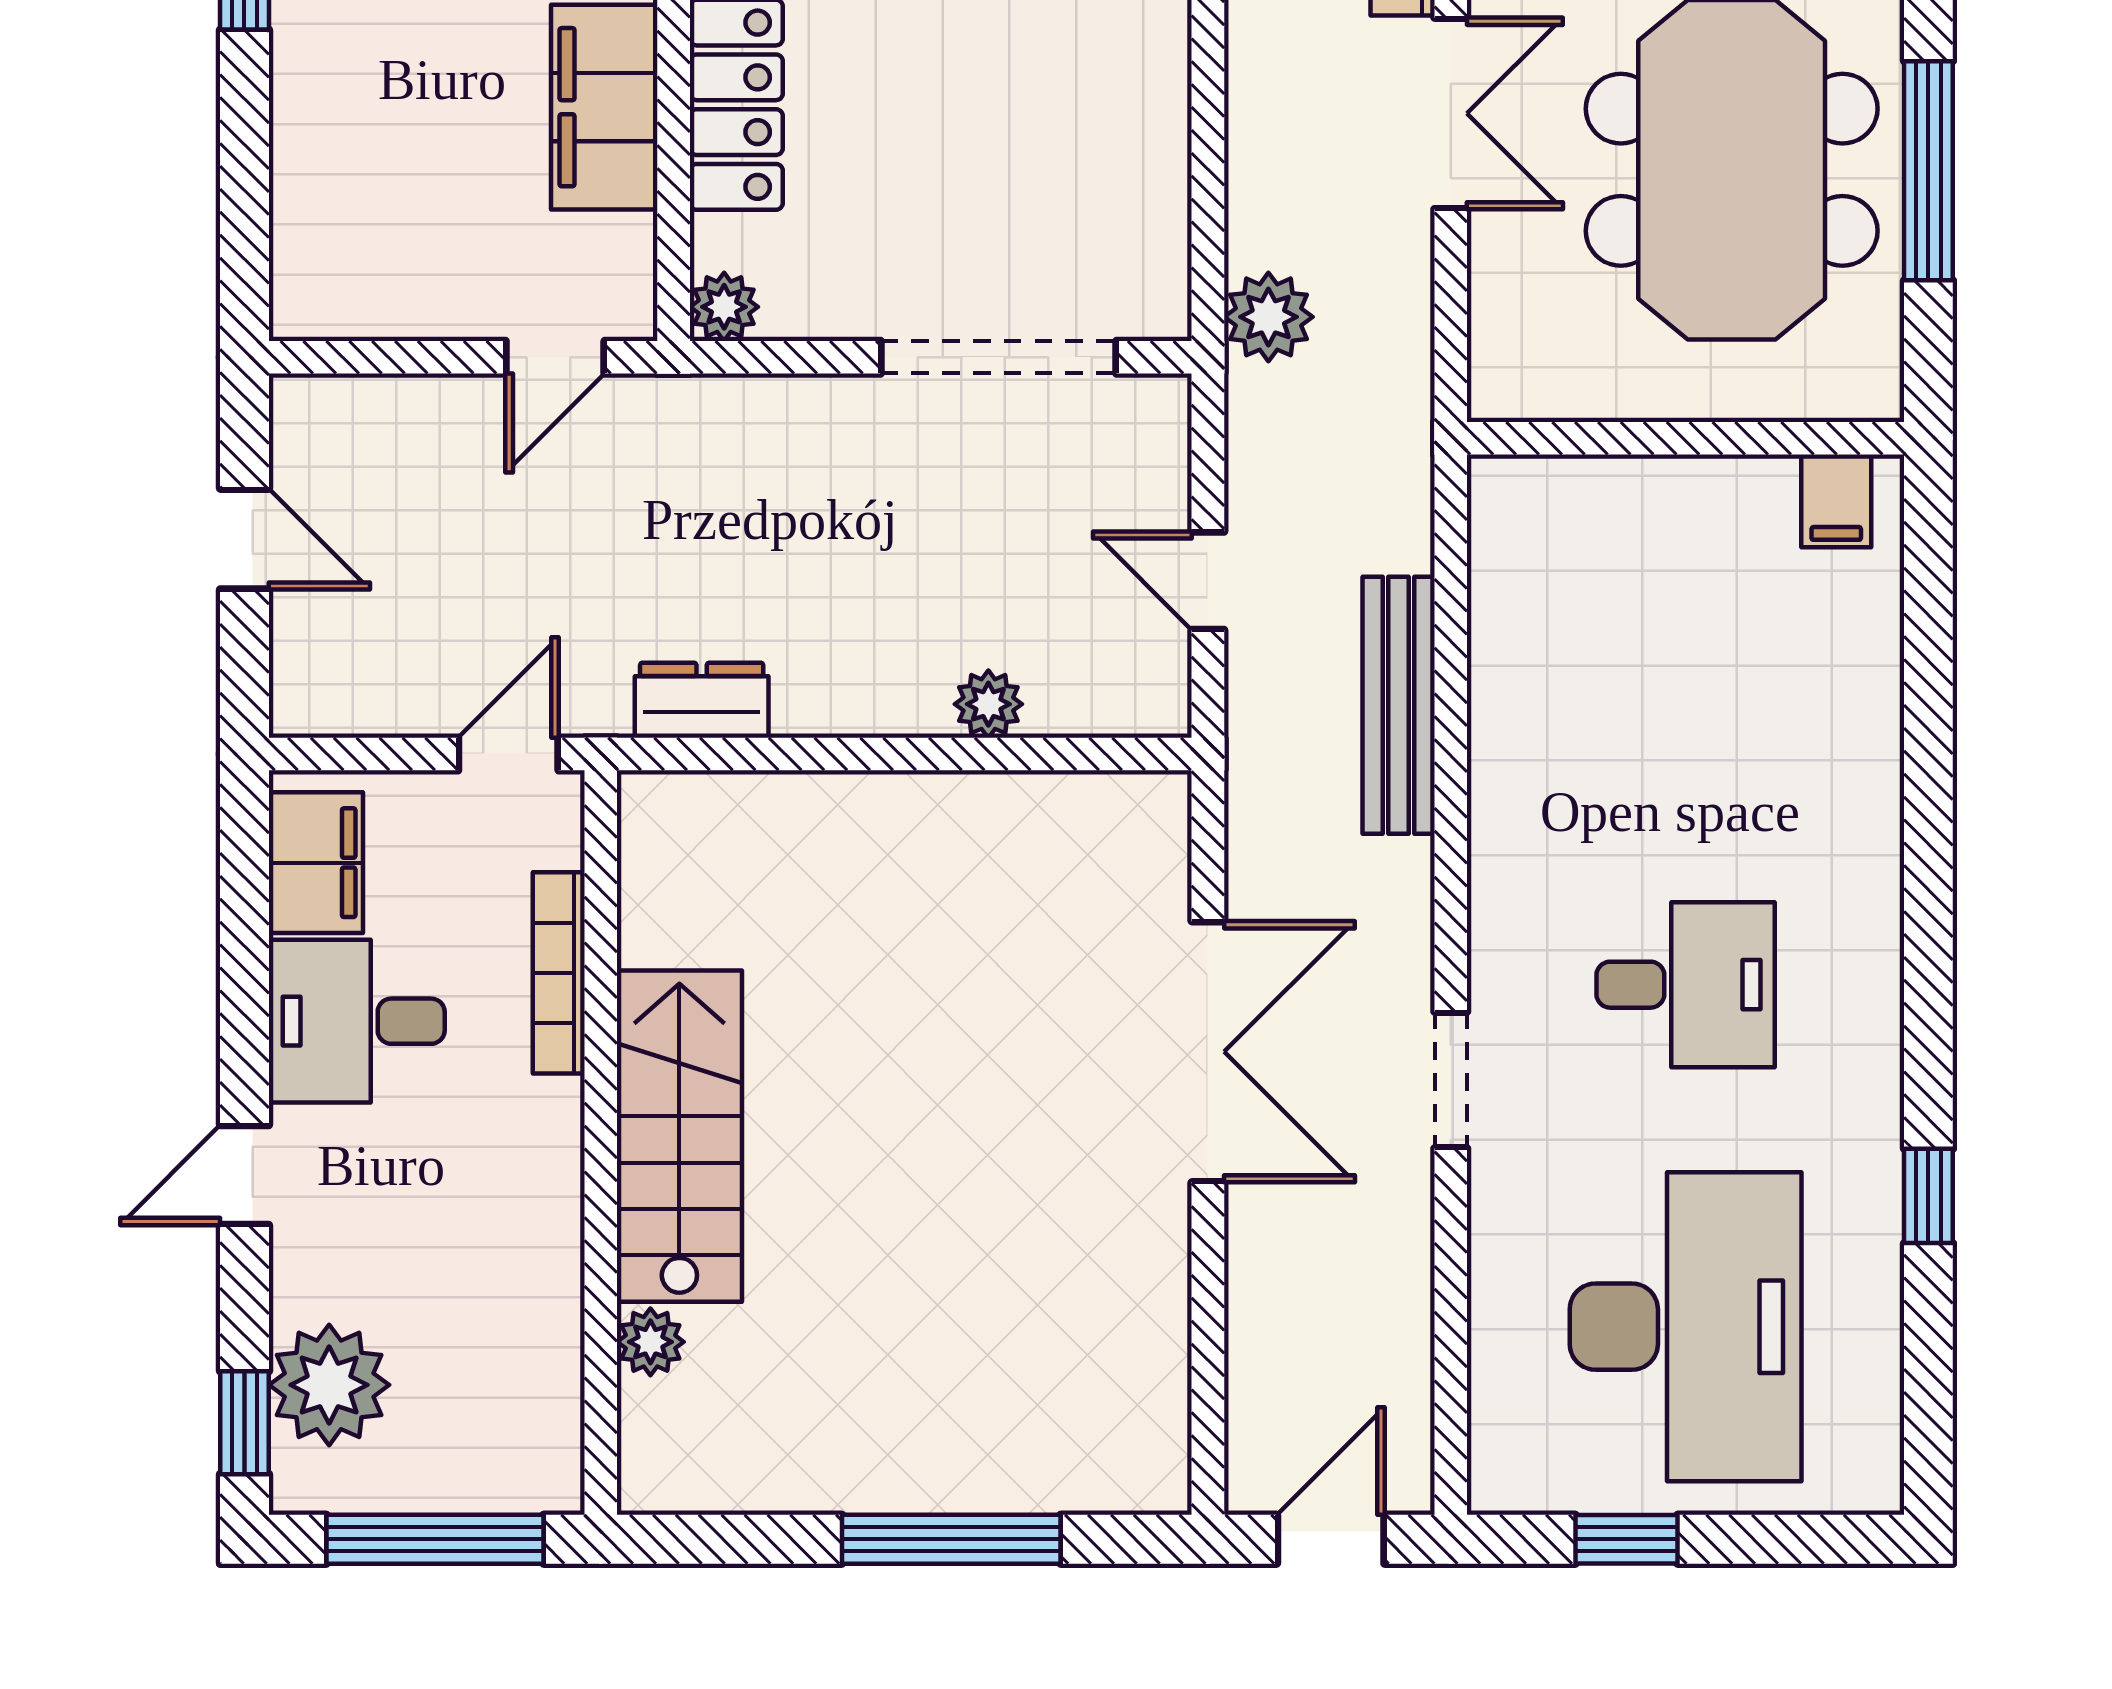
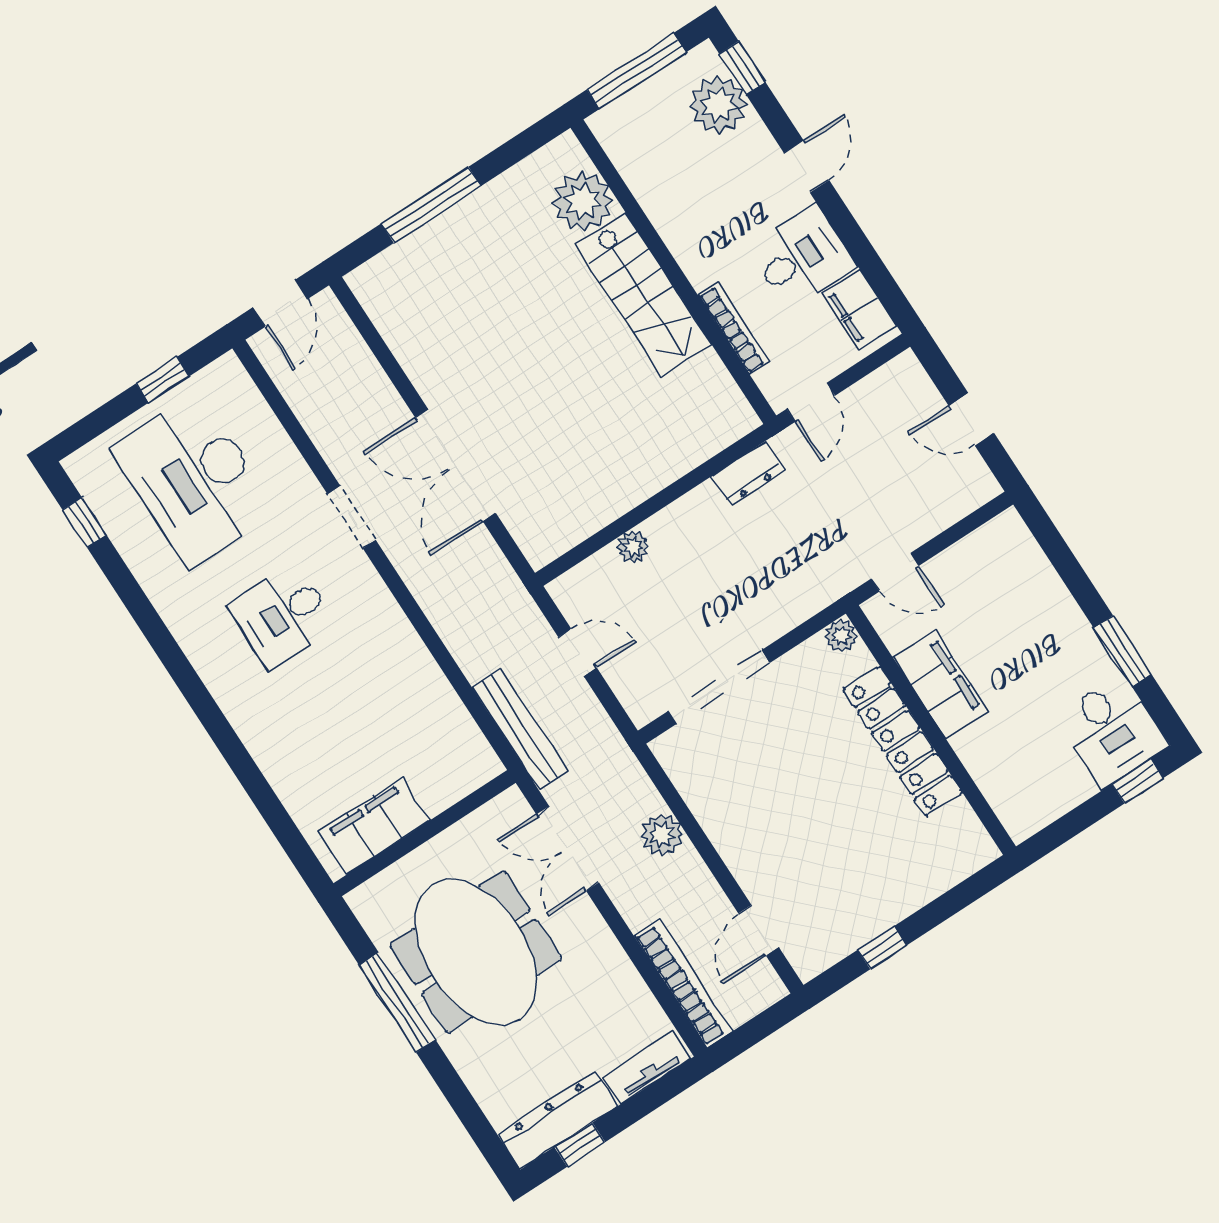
double door: (1451, 113) -> (568, 848), moved
plant: (1268, 317) -> (662, 835), moved
door: (555, 357) -> (895, 572), swing flipped
filing cabinet: (1836, 501) -> (374, 826), width x3.00, depth x1.17
bench: (1399, 705) -> (520, 729), moved
window: (1928, 1196) -> (84, 522), moved
plant: (650, 1342) -> (583, 201), width x1.88, depth x1.88

